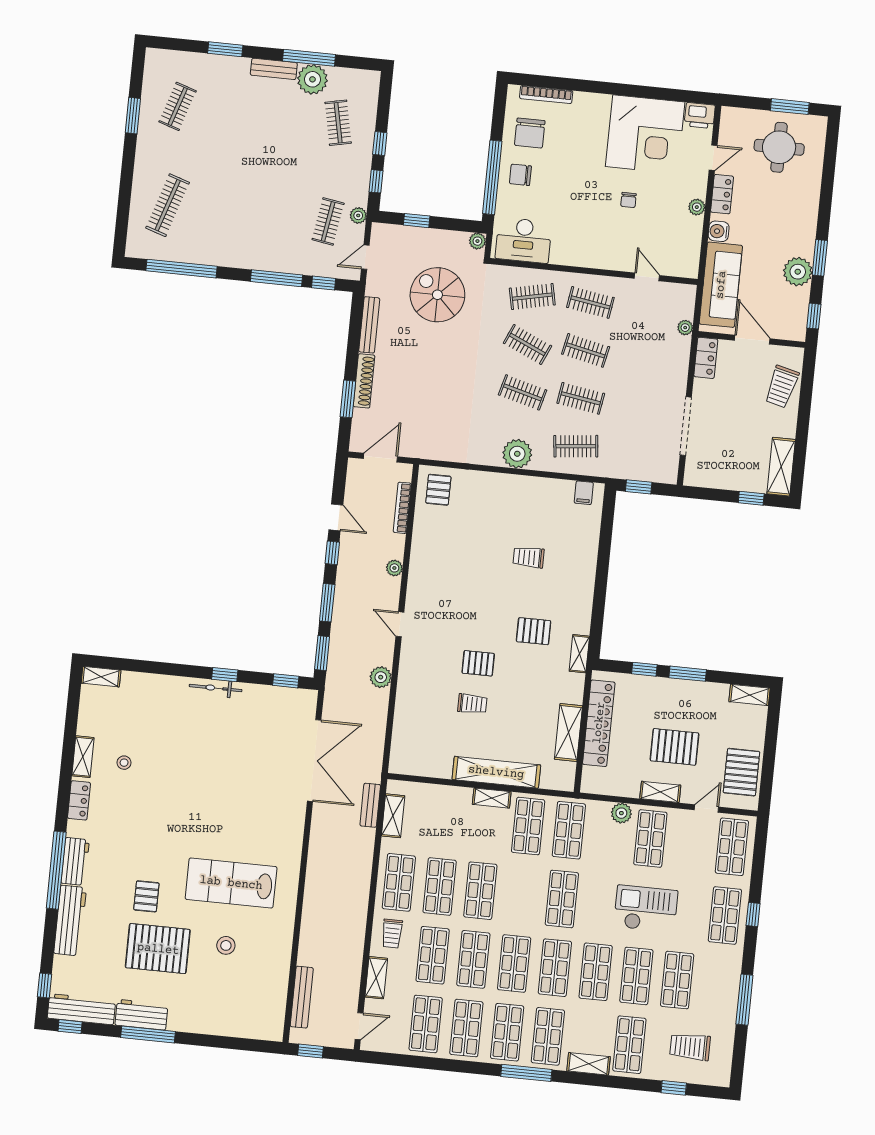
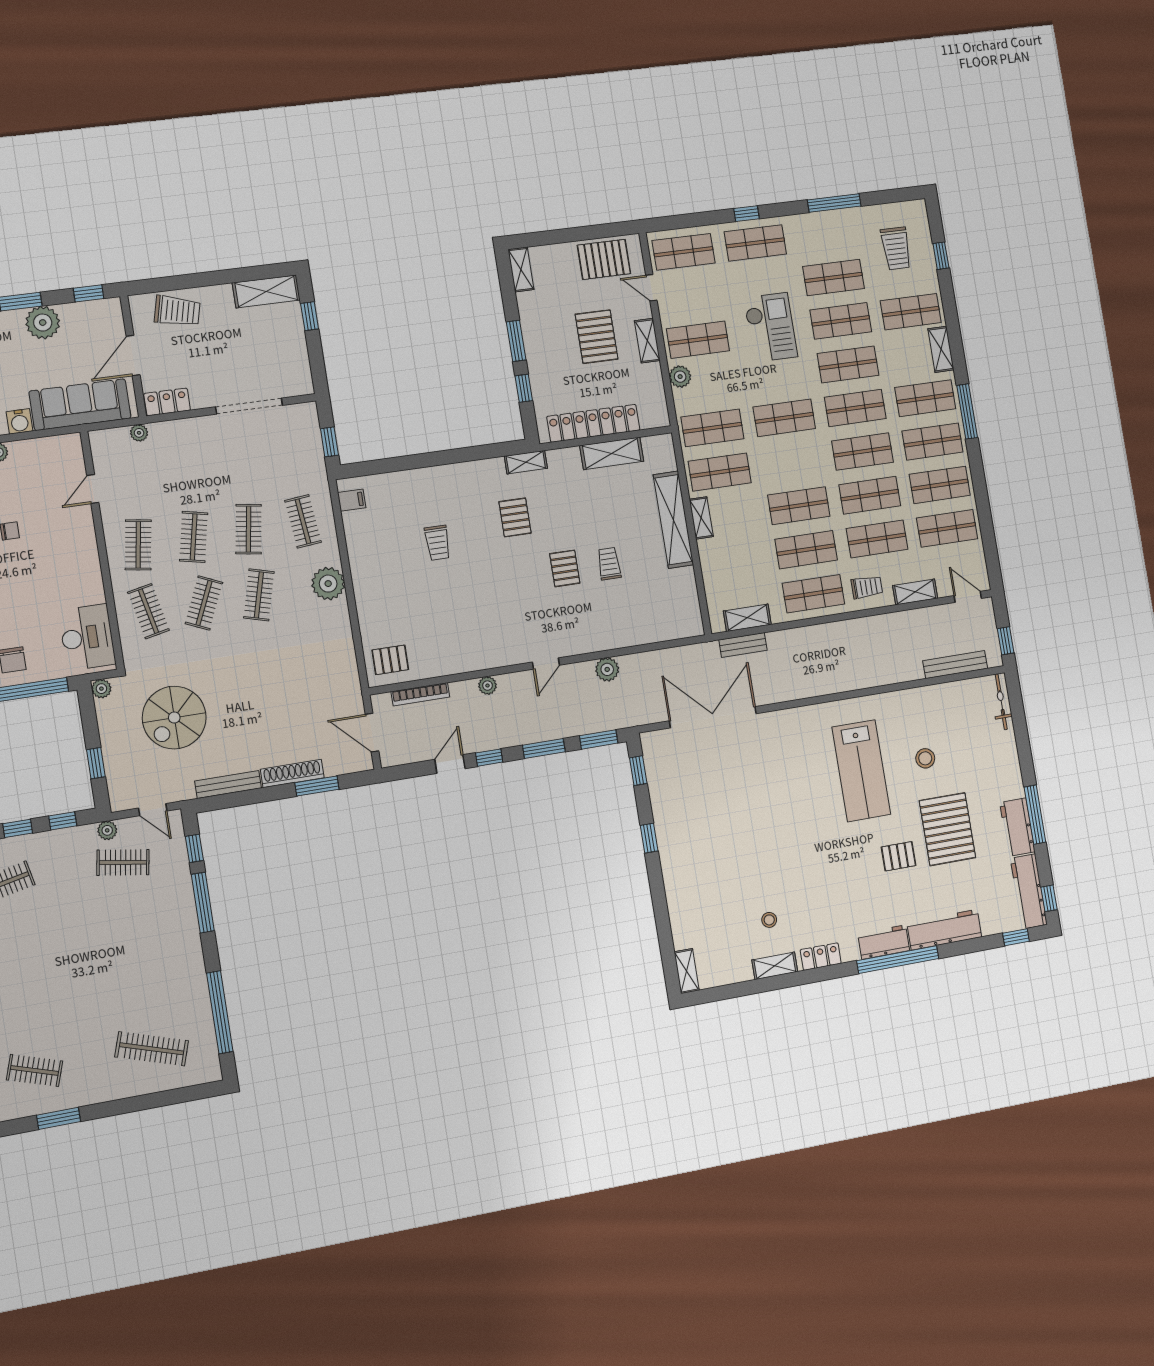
bicycle: (216, 688) -> (1001, 702), moved, turned 180
checkout: (646, 909) -> (771, 327), turned 180

